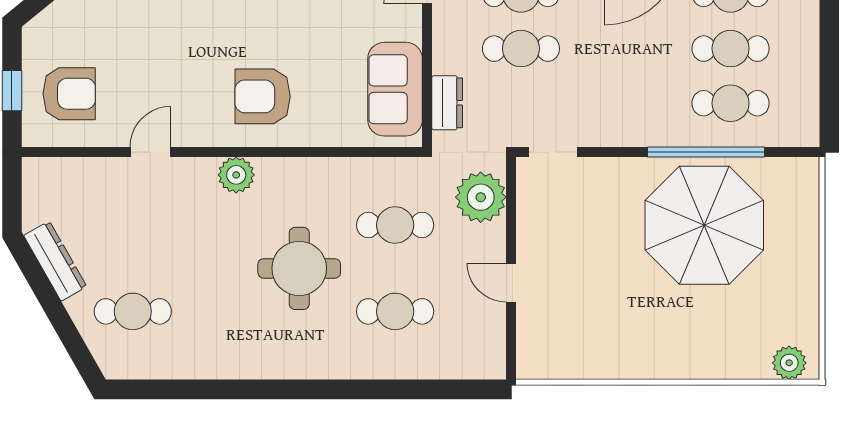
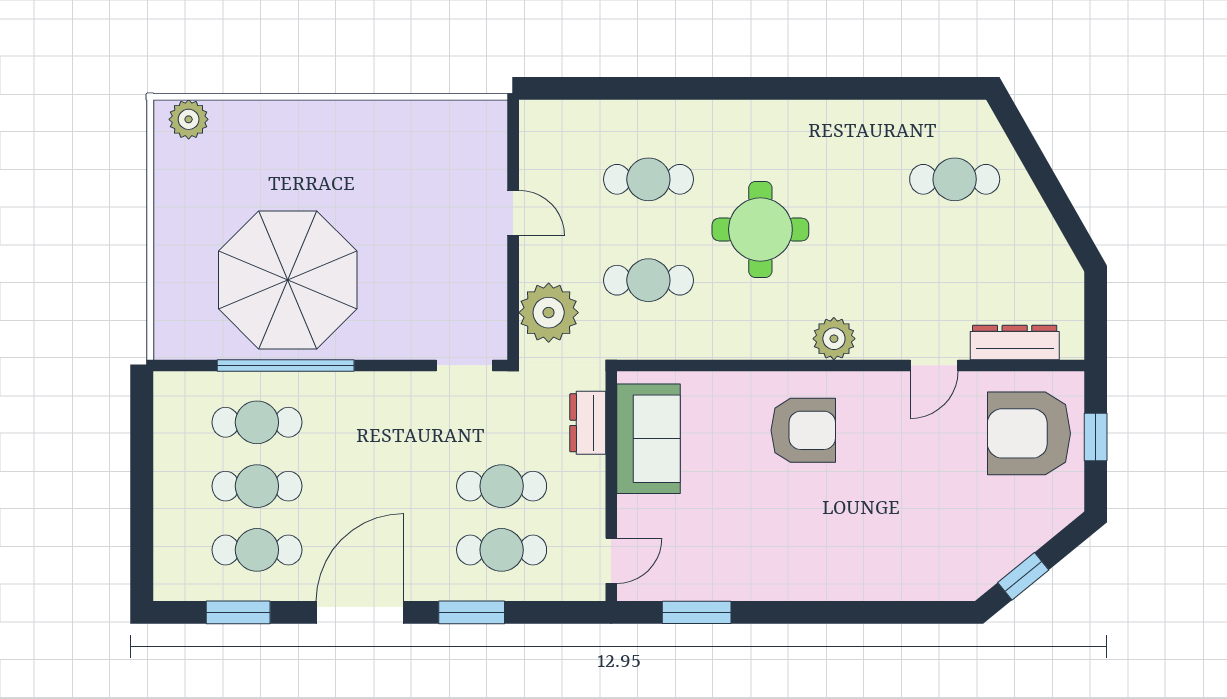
armchair: (69, 94) -> (1029, 433), width x1.36, depth x1.36
dresser: (55, 261) -> (1015, 342), moved, turned 120

